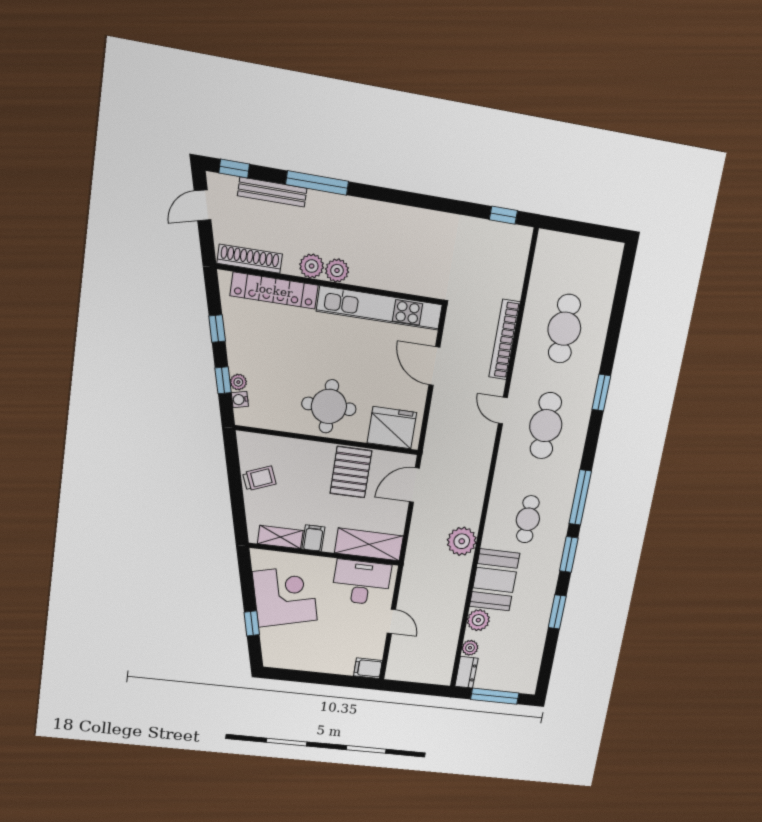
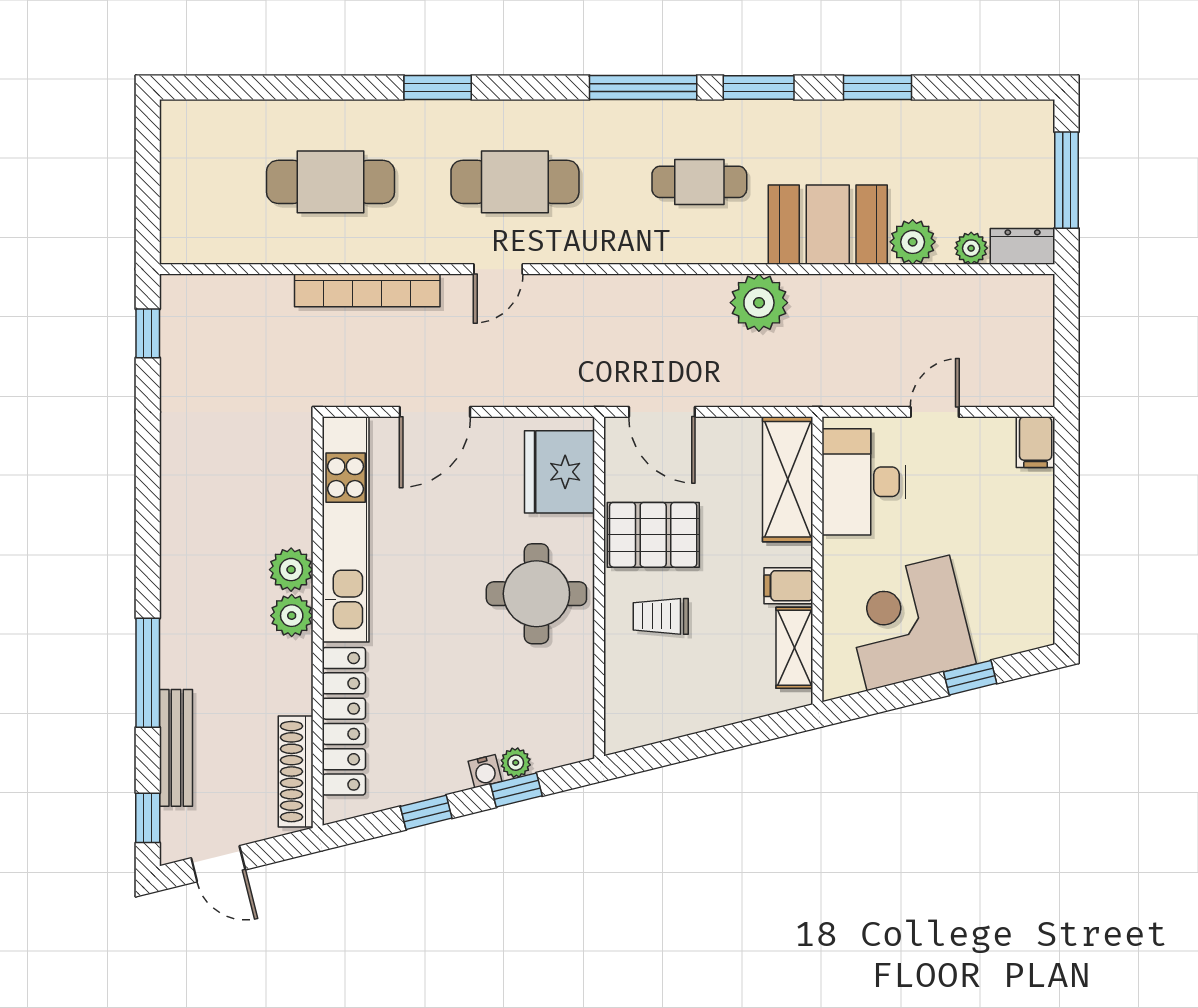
plant: (312, 266) -> (291, 570), moved
water cooler: (240, 400) -> (485, 771), moved
trolley: (259, 478) -> (661, 616), moved, turned -68

